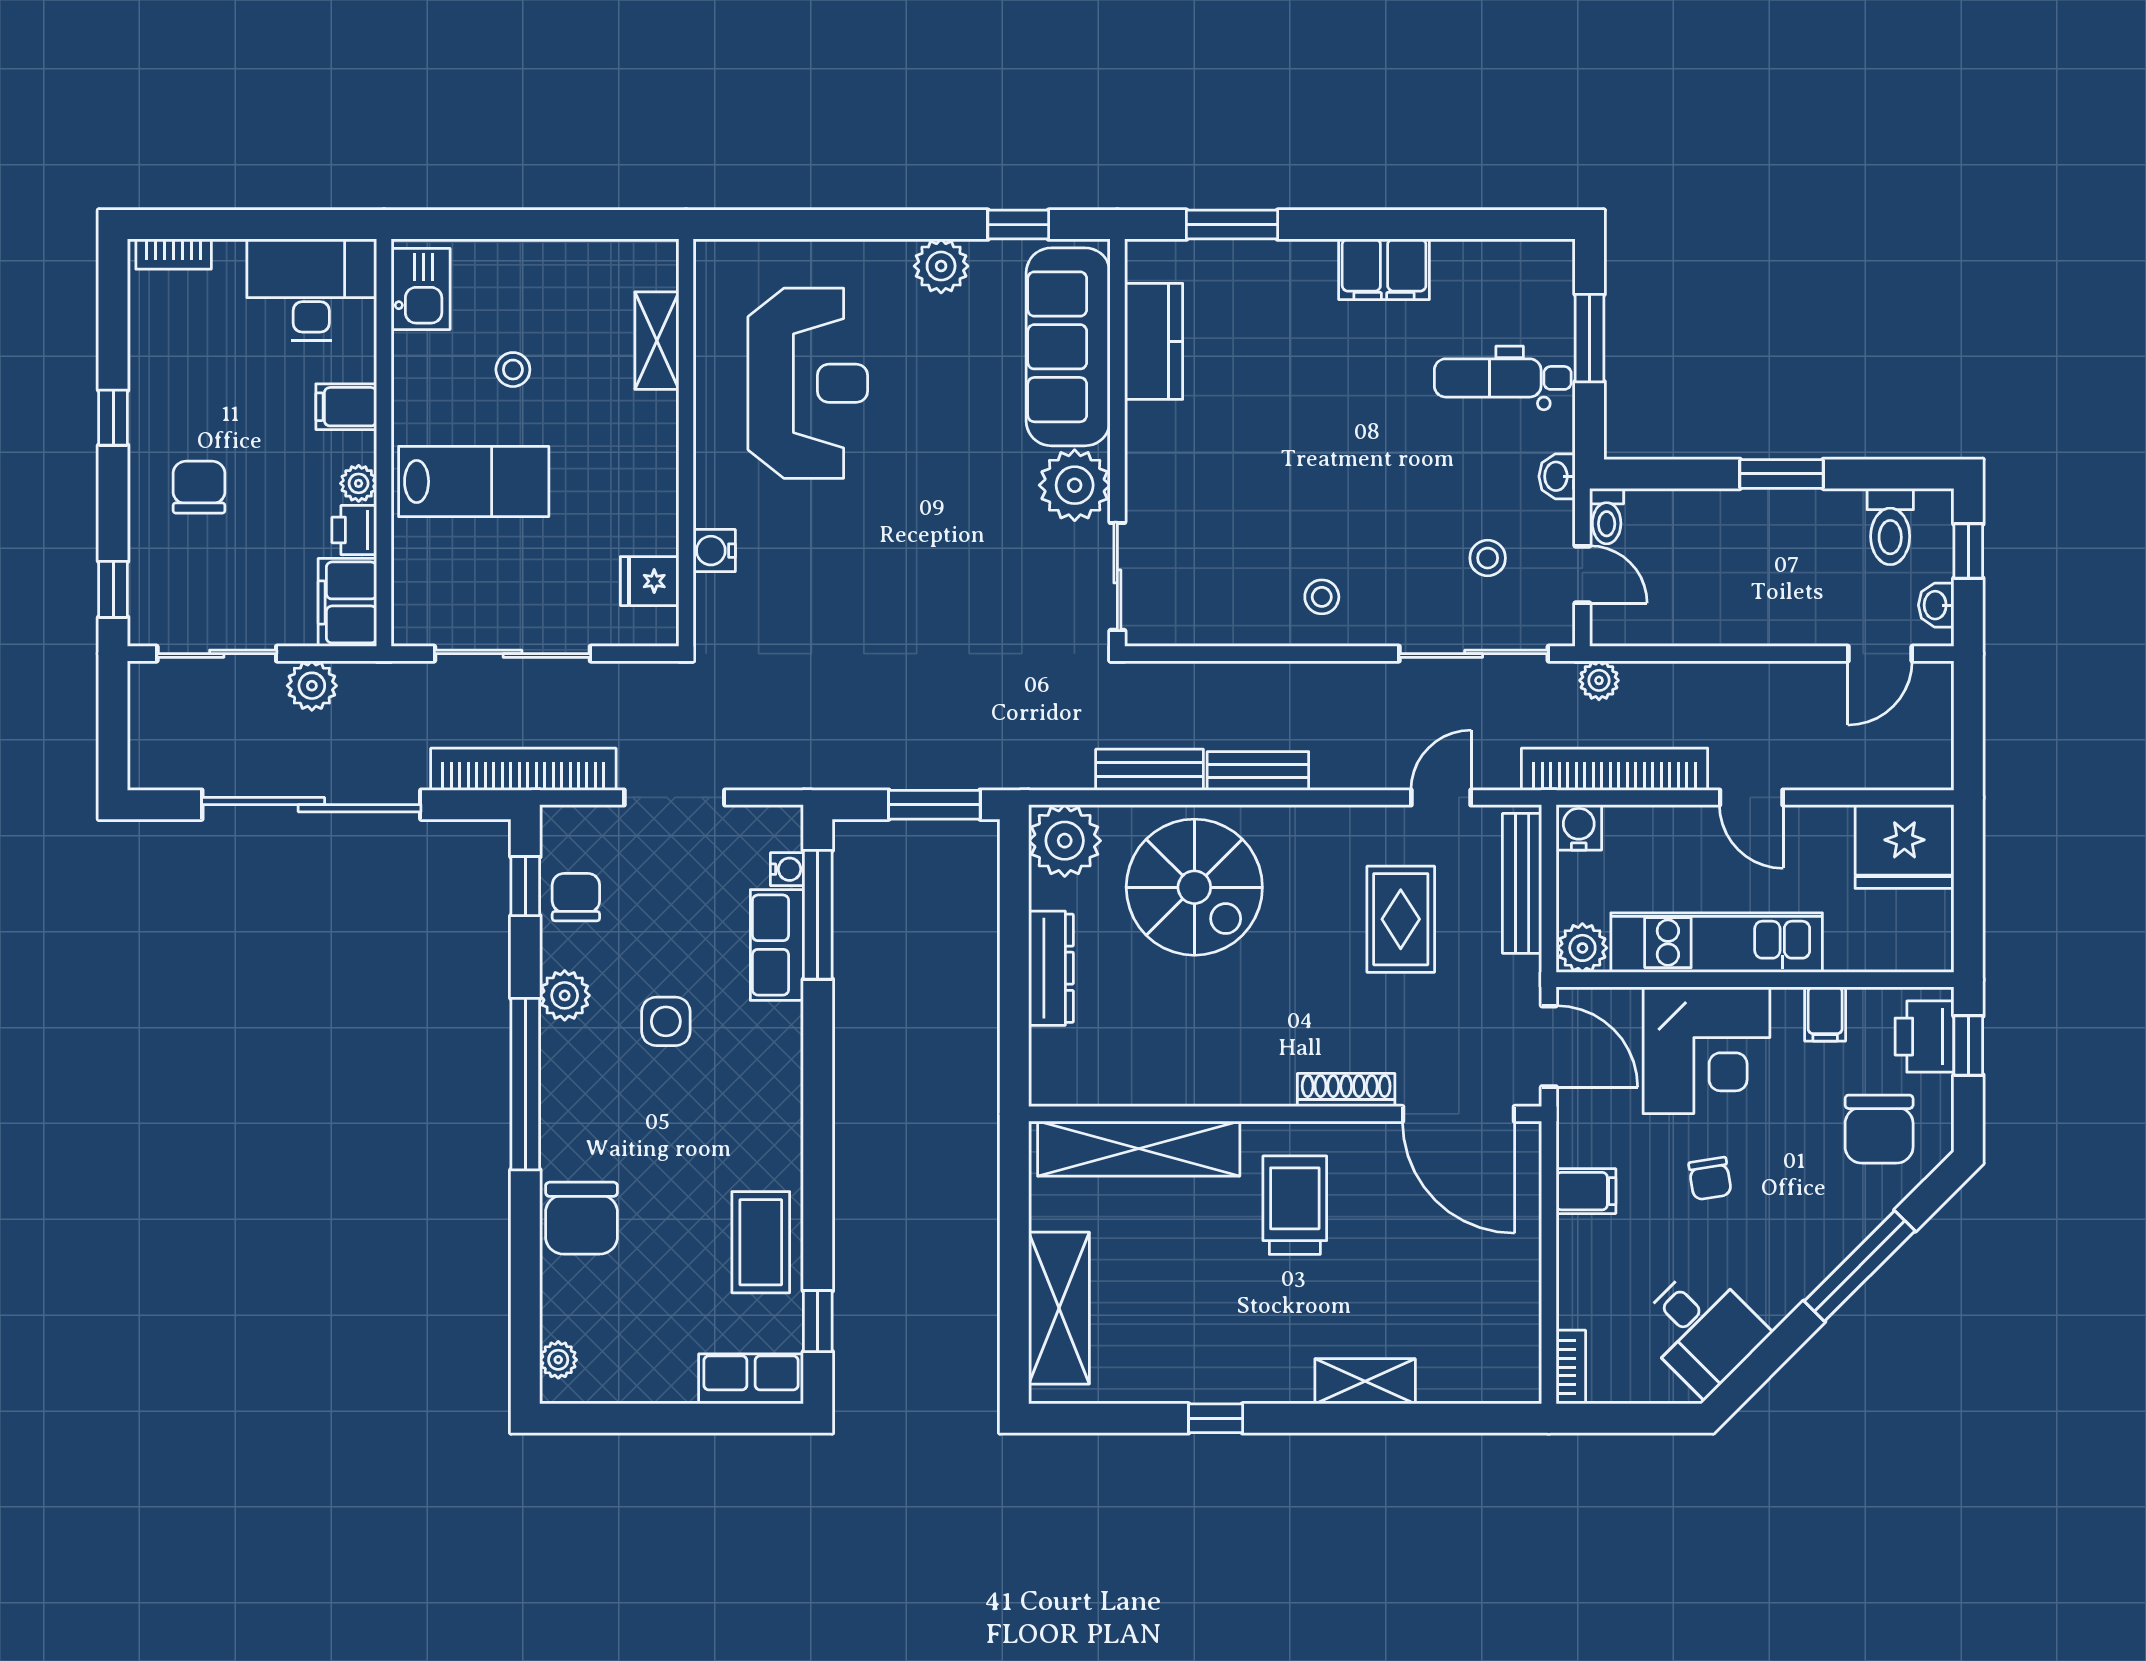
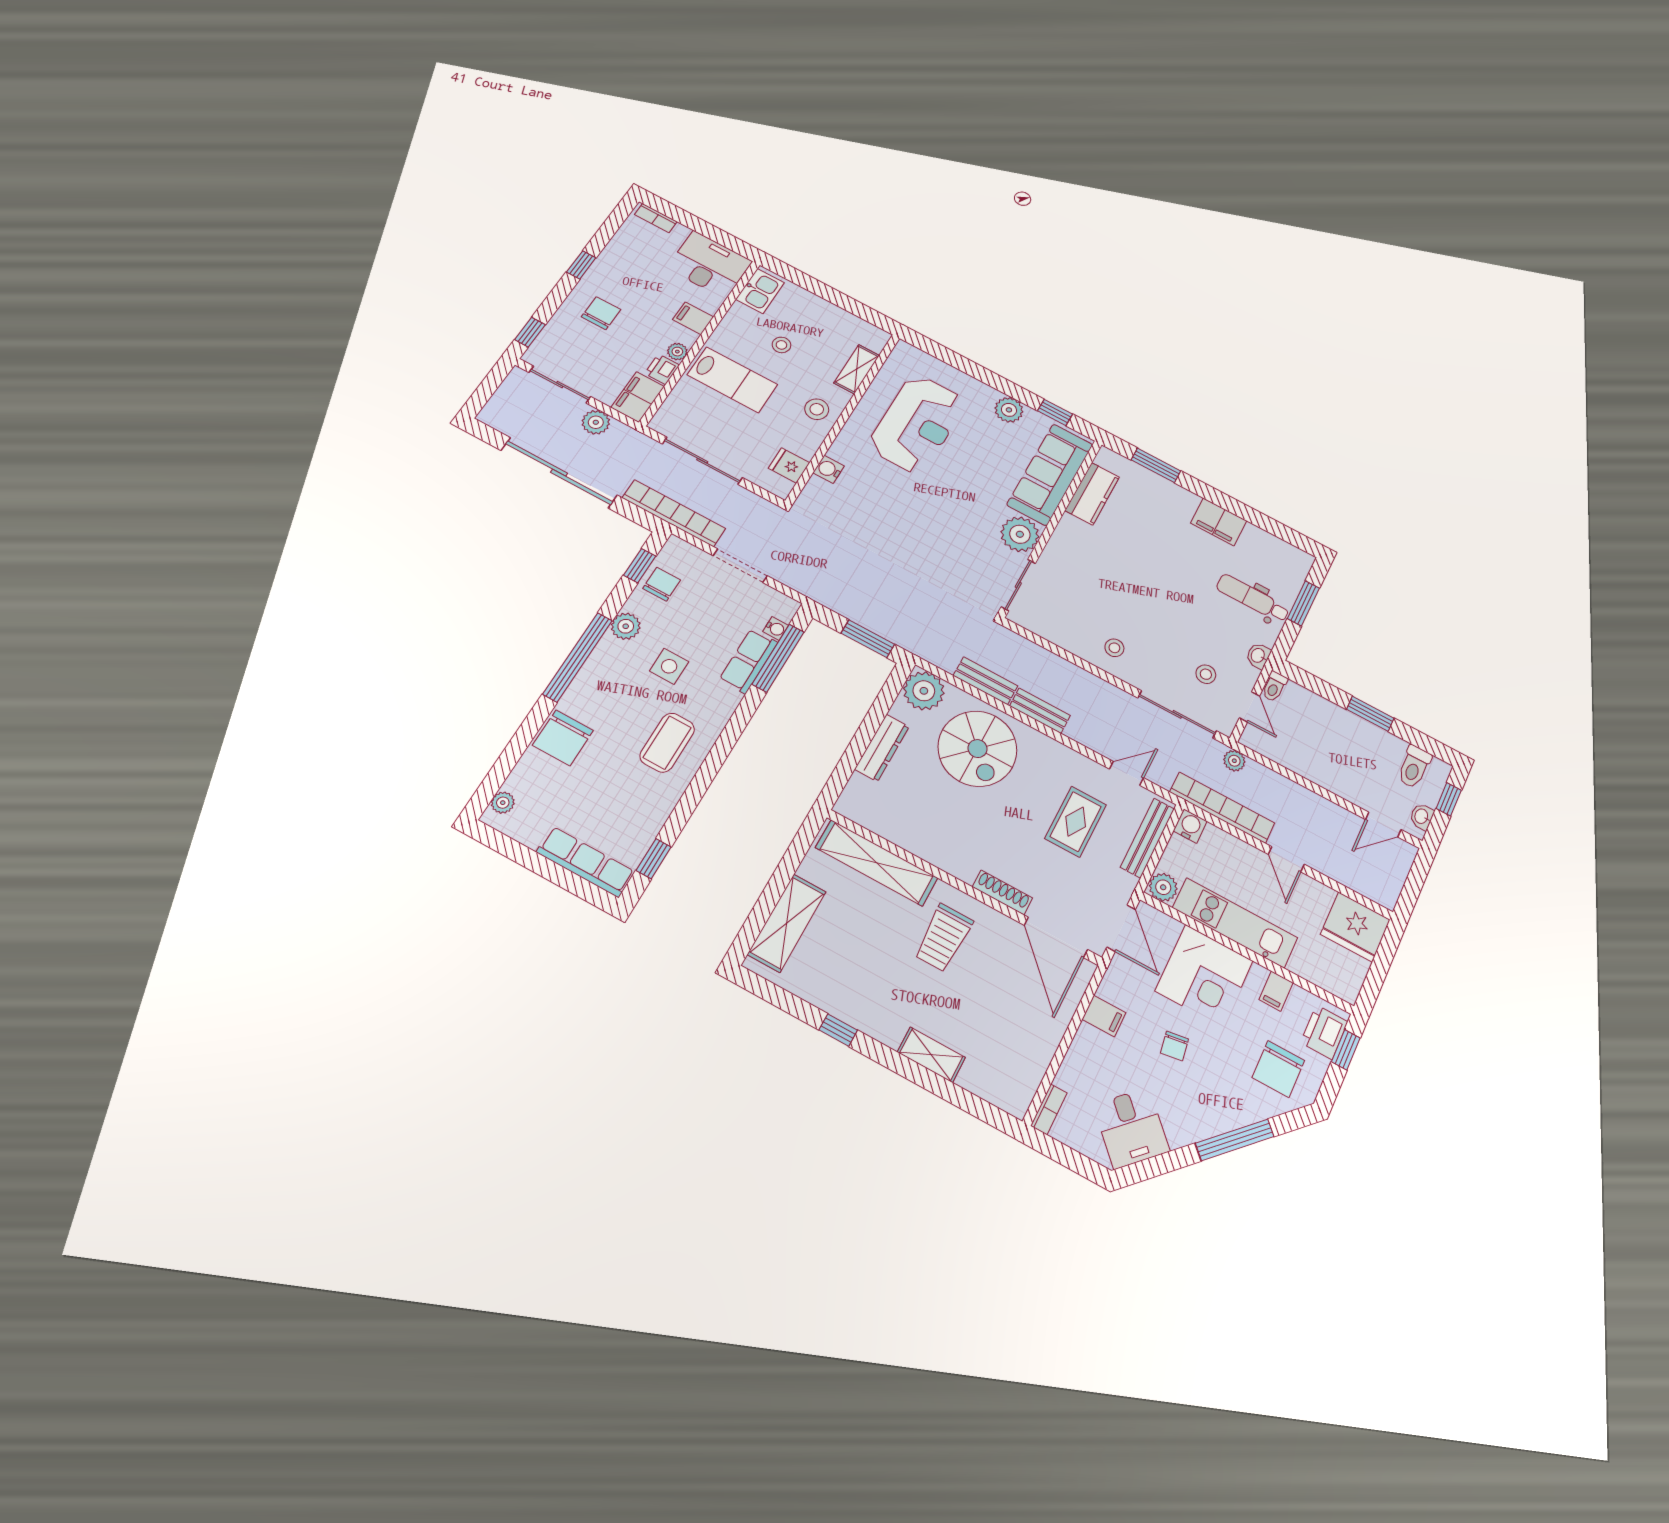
stool: (635, 454) -> (817, 409), added
trolley: (1295, 1205) -> (943, 938), turned 180
coffee table: (761, 1242) -> (667, 743), moved
row of seats: (751, 1379) -> (586, 862), width x1.48

